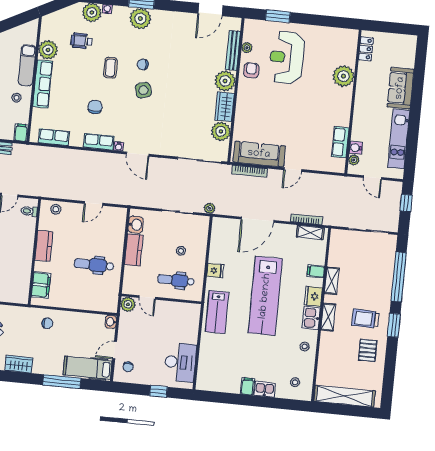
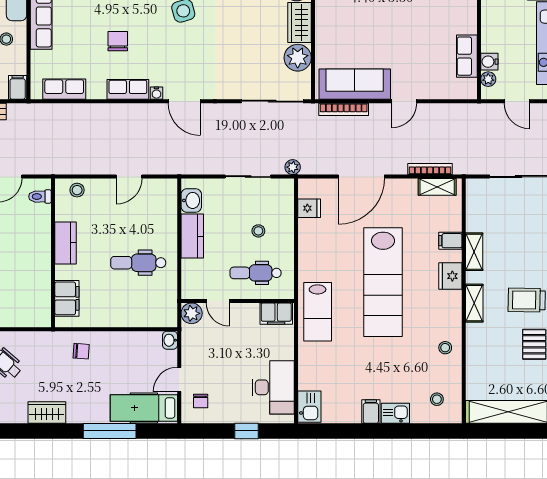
fridge: (215, 271) -> (309, 208), moved
filing cabinet: (188, 311) -> (276, 314), added
kitchen sink: (311, 318) -> (309, 407), moved, turned 180

